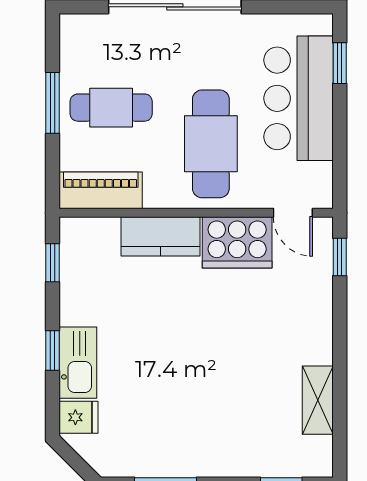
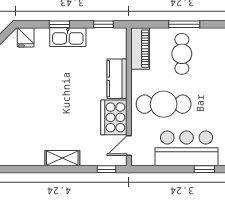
kitchen sink: (78, 363) -> (68, 37), moved
shelving: (318, 400) -> (62, 158), moved

